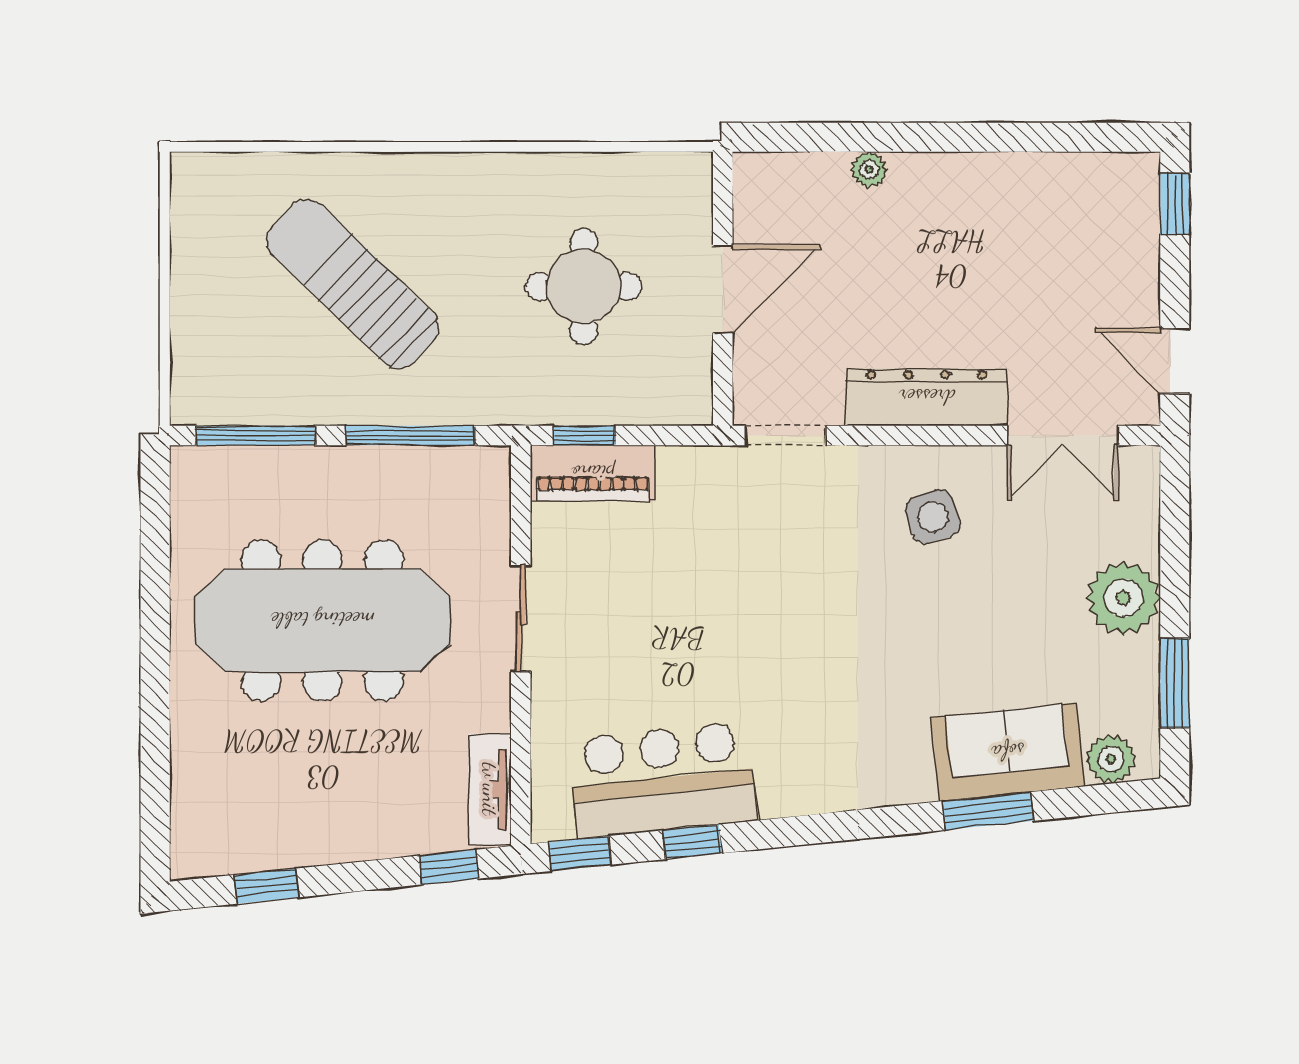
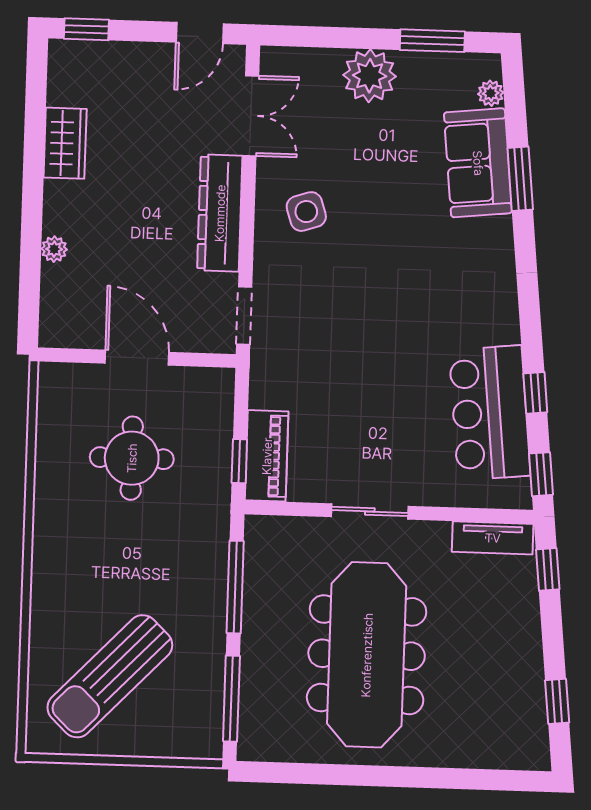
wardrobe: (1016, 180) -> (65, 143), added
sun lounger: (353, 284) -> (110, 676), moved
plant: (1111, 759) -> (491, 93), width x0.73, depth x0.73

